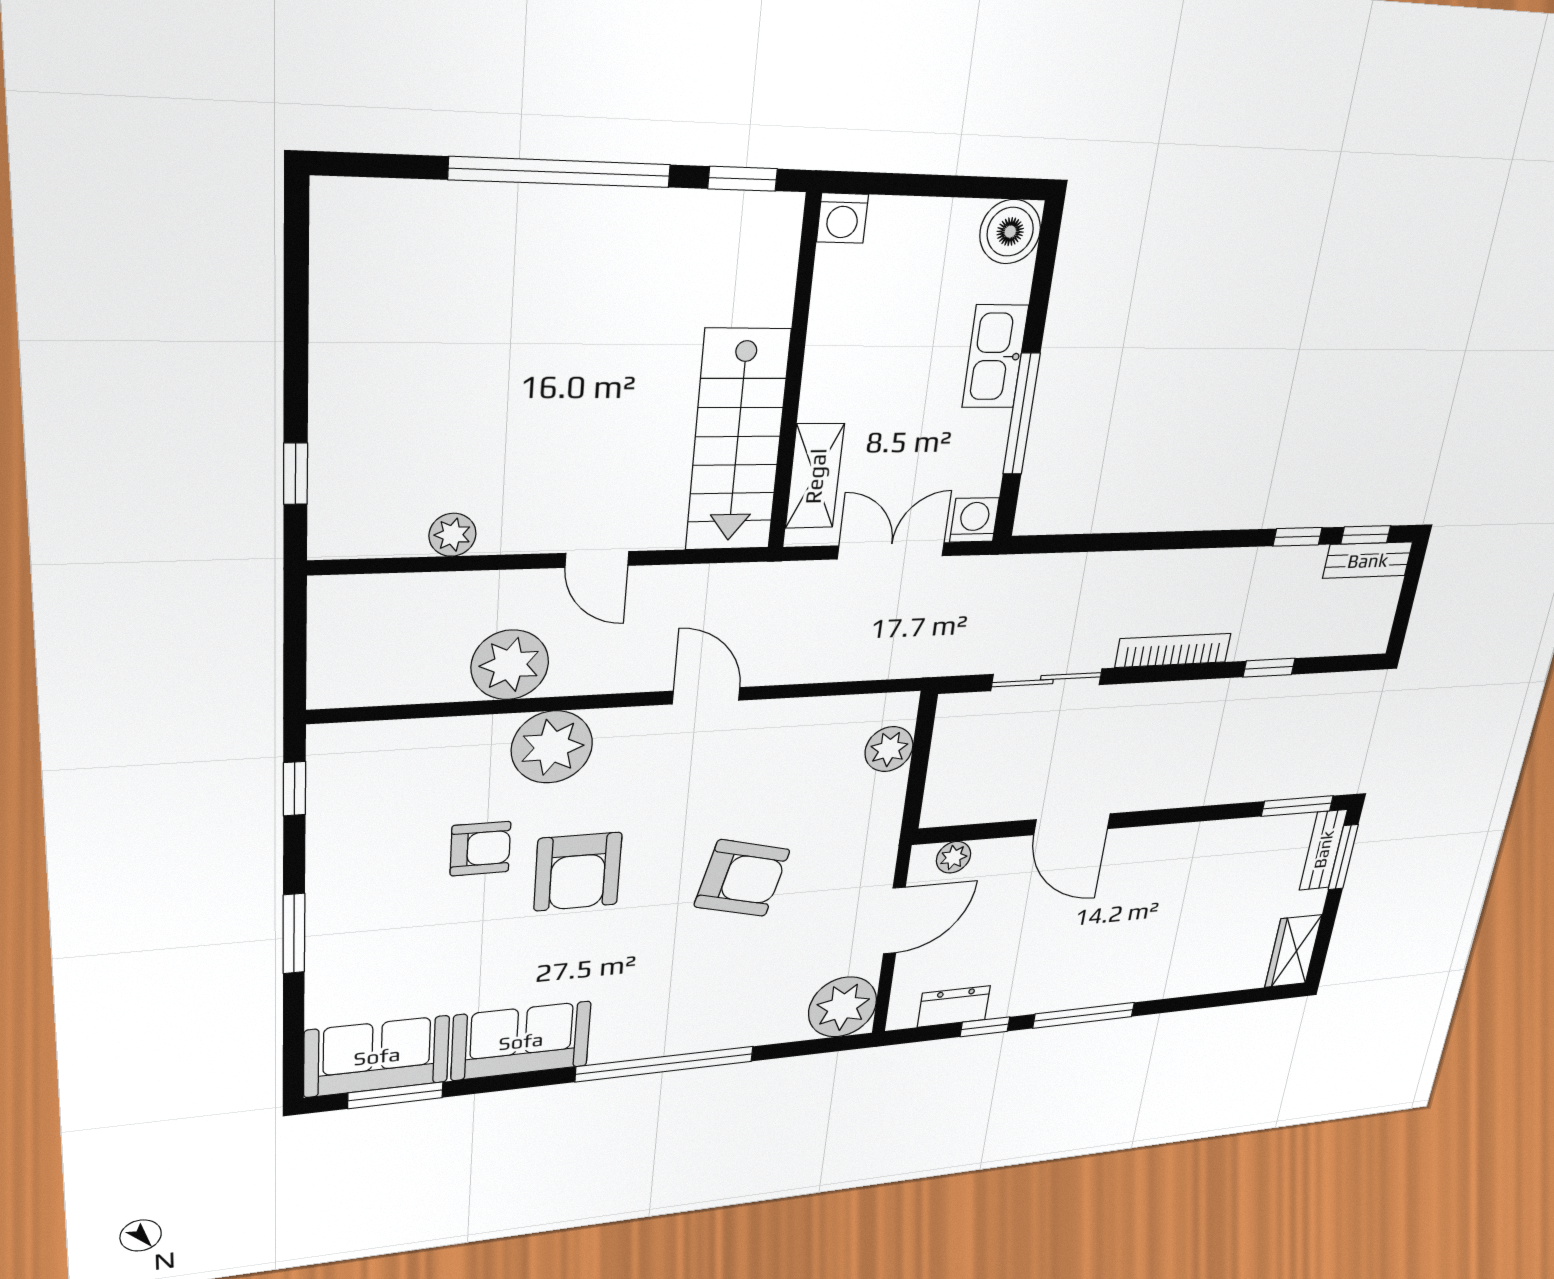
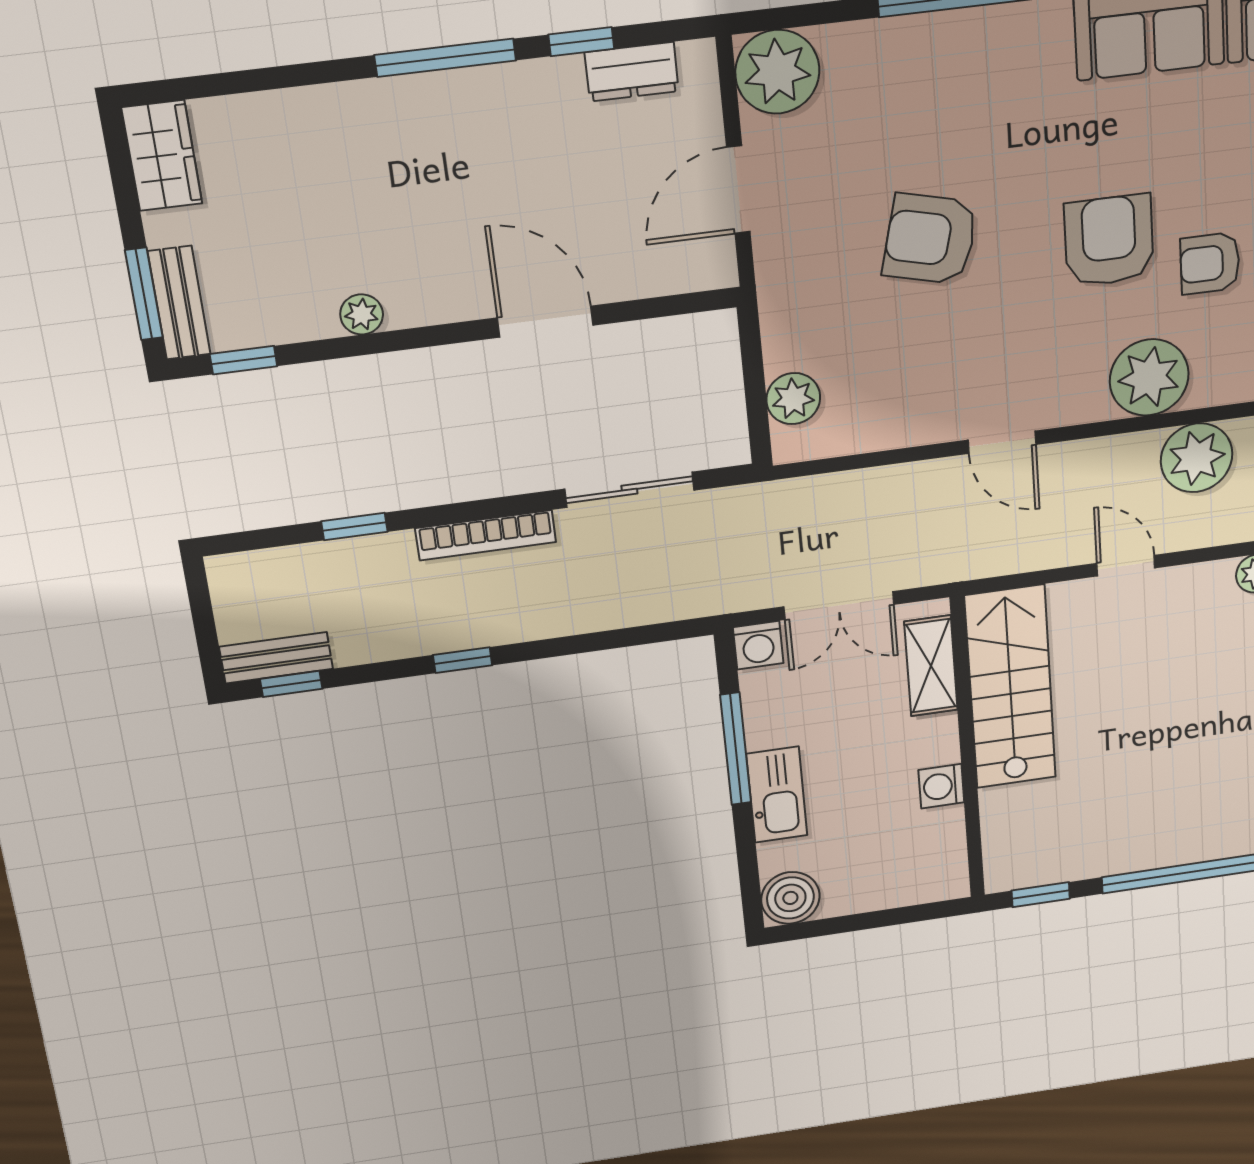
washing machine: (843, 218) -> (941, 786), moved, turned -90
window: (1298, 537) -> (463, 660), moved
window: (1297, 806) -> (243, 360), width x0.67
plant: (954, 857) -> (362, 314), moved

